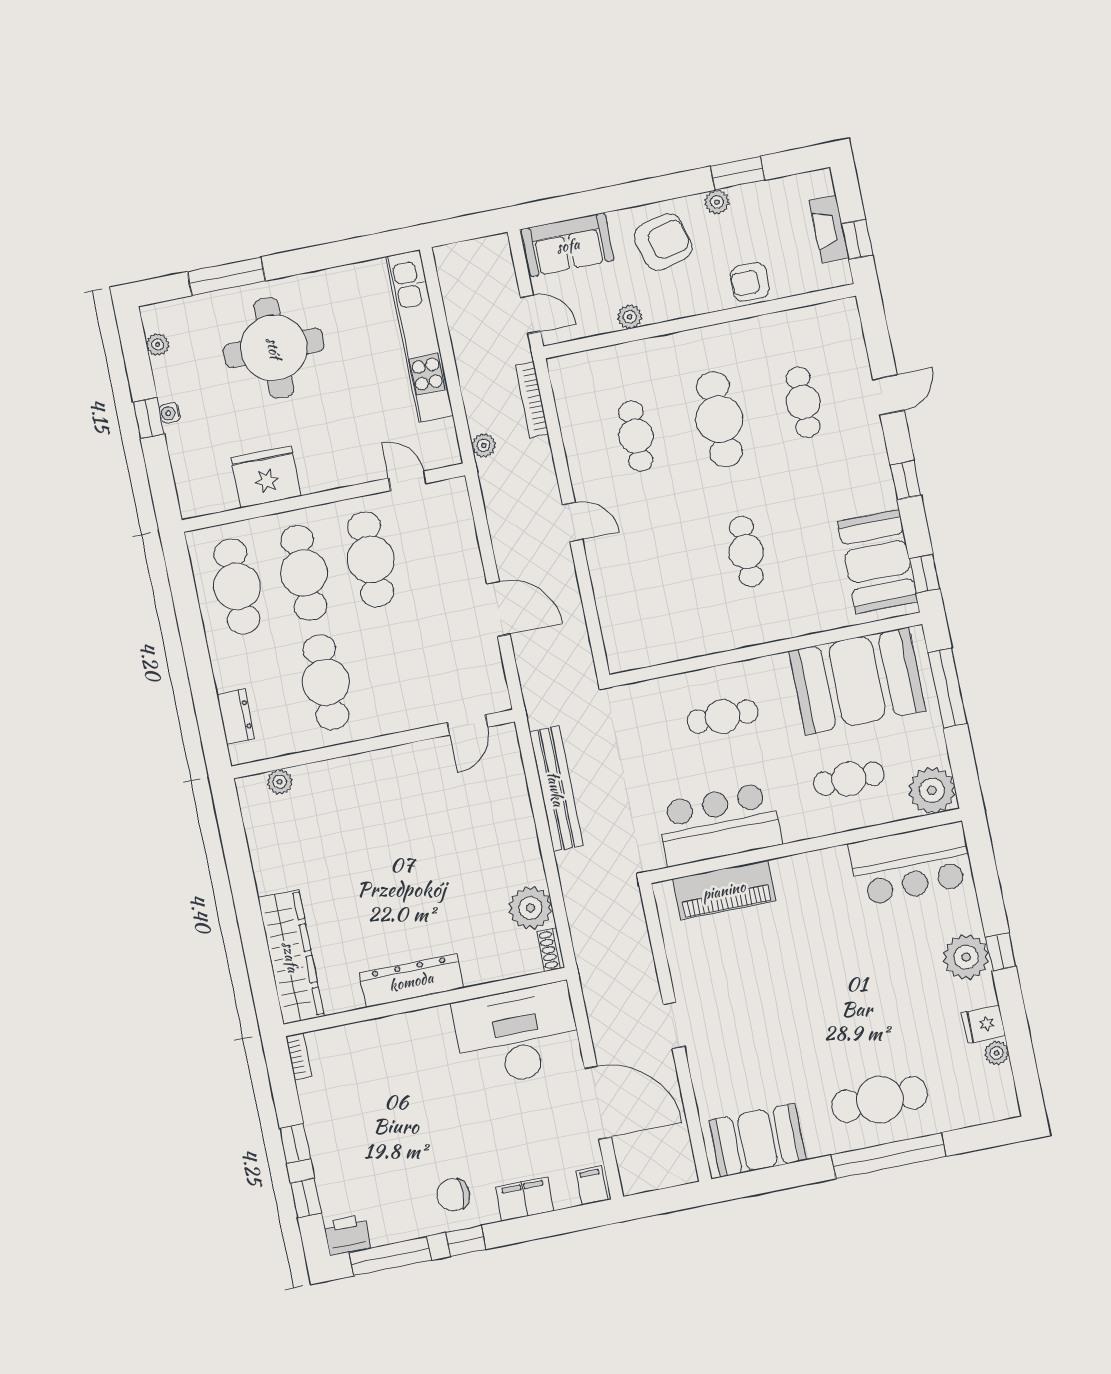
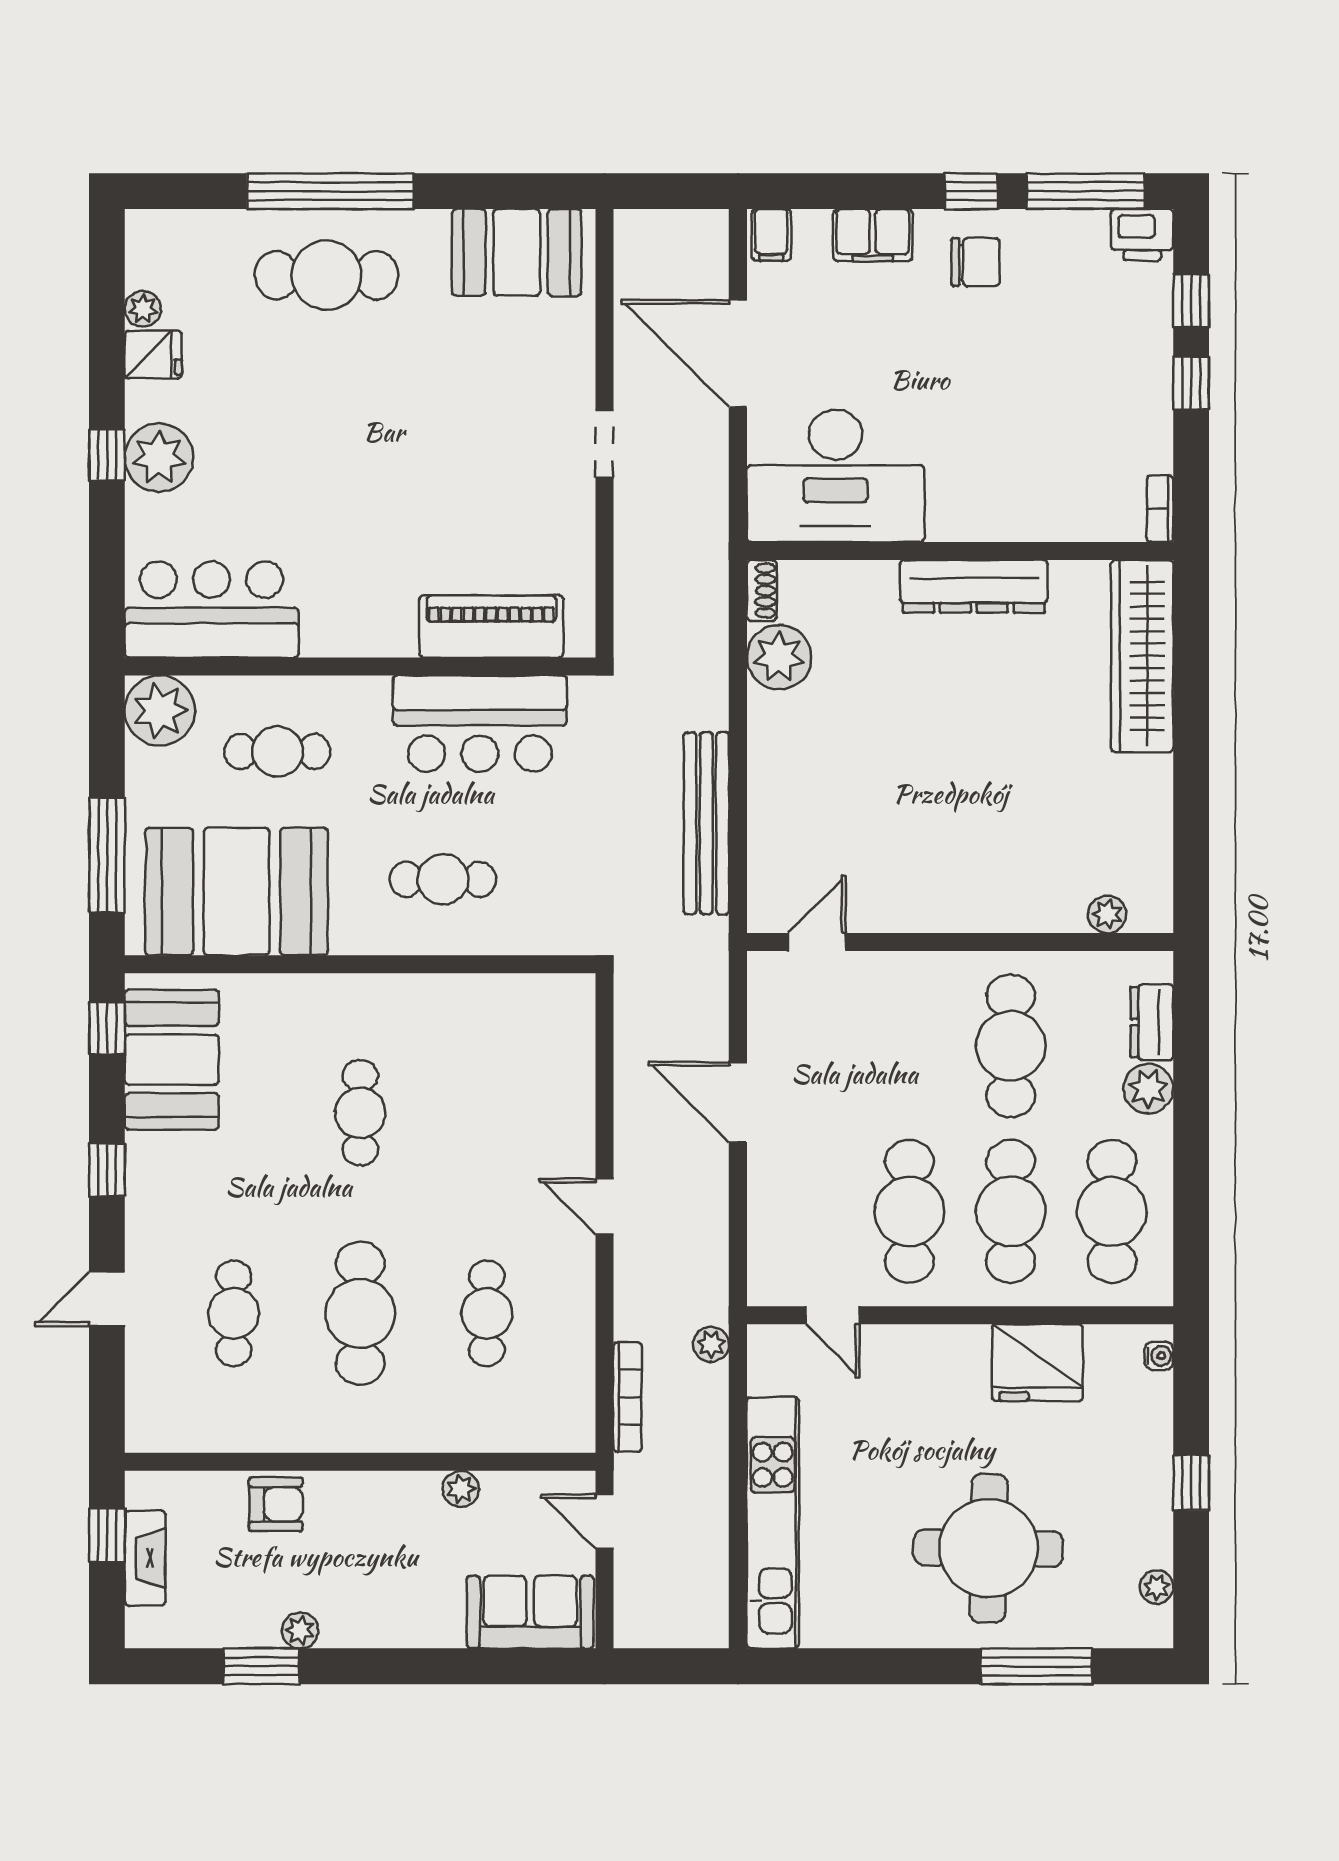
armchair: (663, 242) -> (390, 1588), removed
water cooler: (170, 413) -> (1159, 1356), moved
plant: (229, 672) -> (1148, 1089), added

